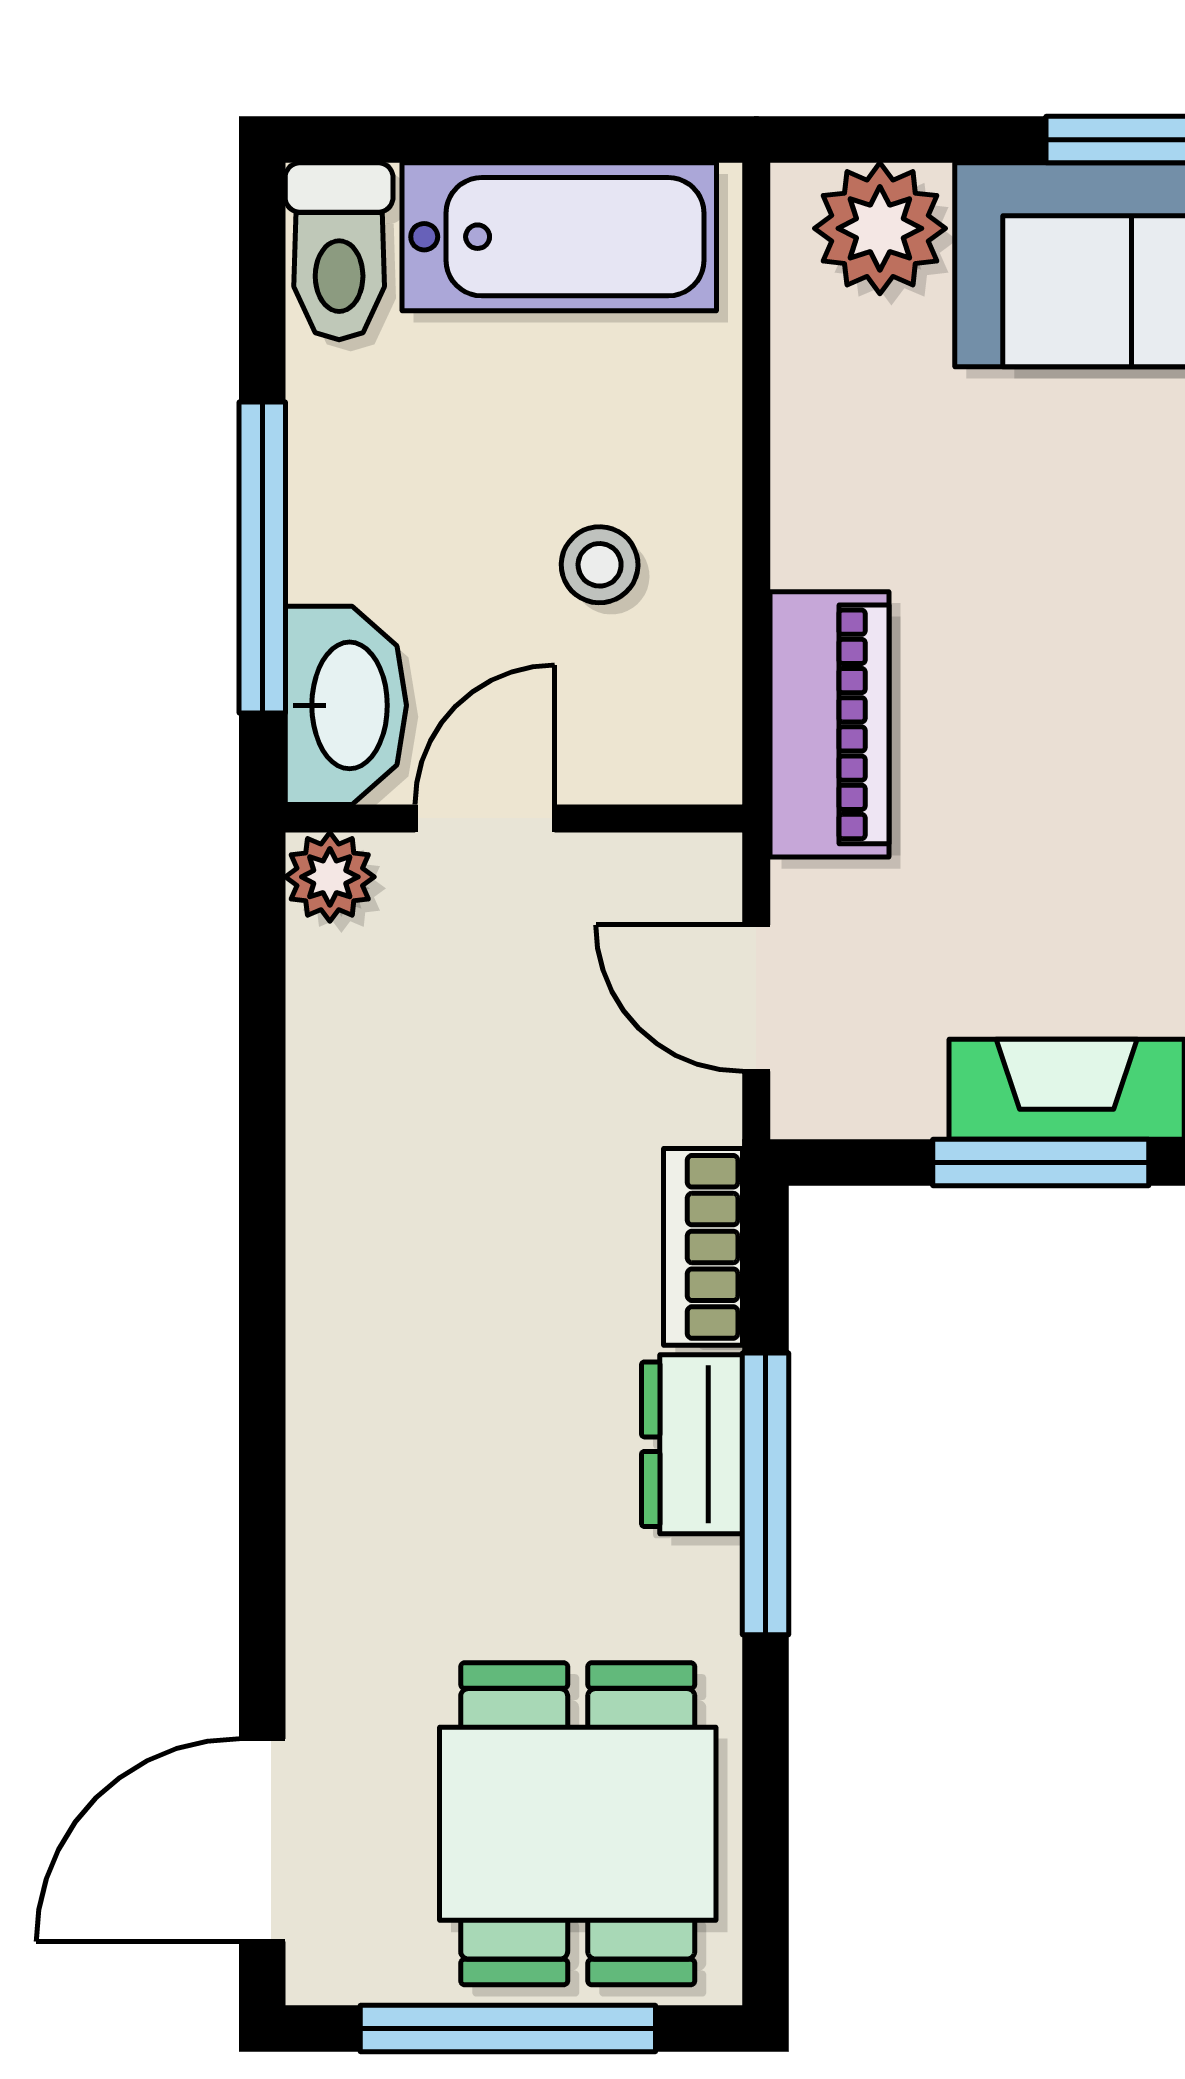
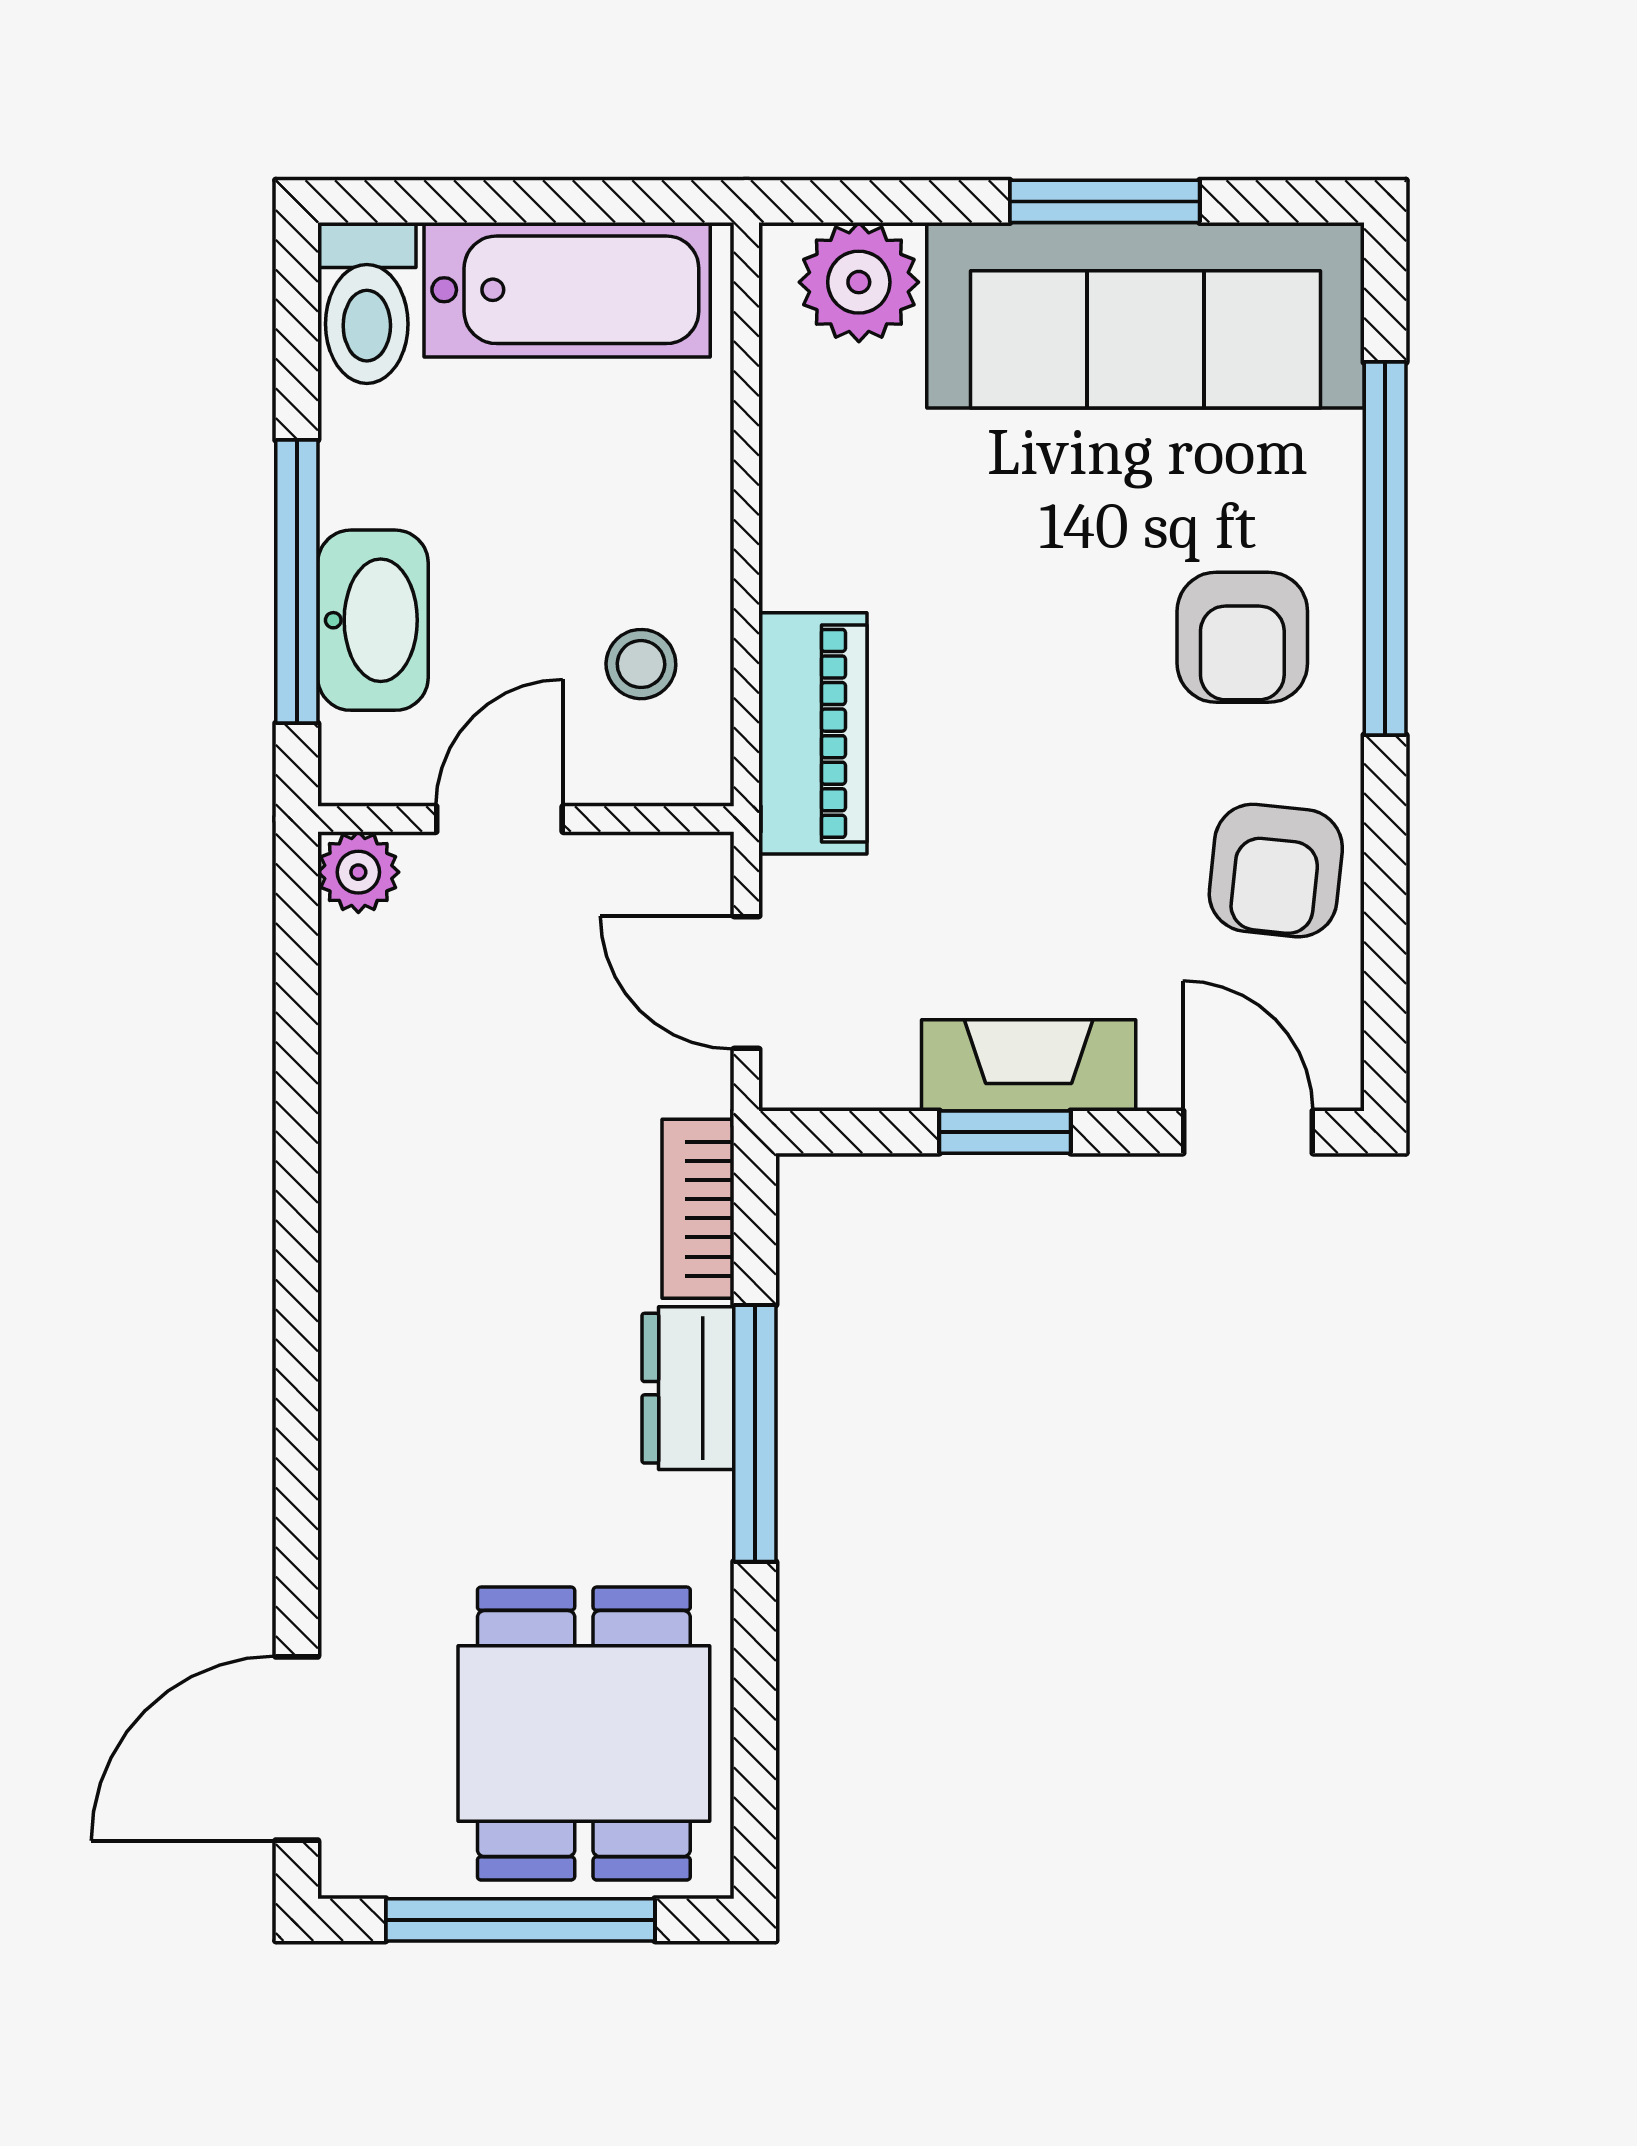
stool: (600, 565) -> (641, 664), moved
washbasin: (346, 705) -> (373, 620), moved
window: (1041, 1163) -> (1005, 1132), width x0.67

